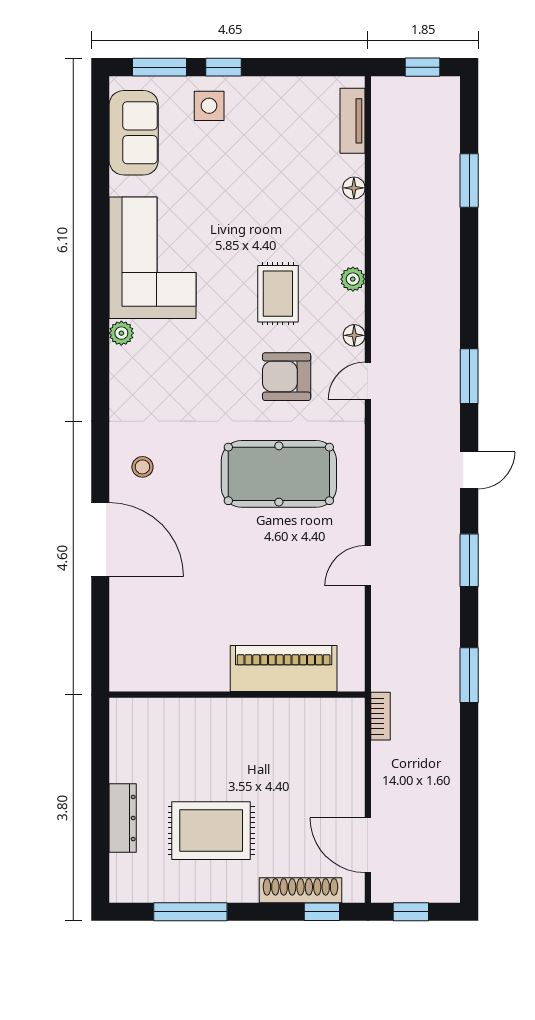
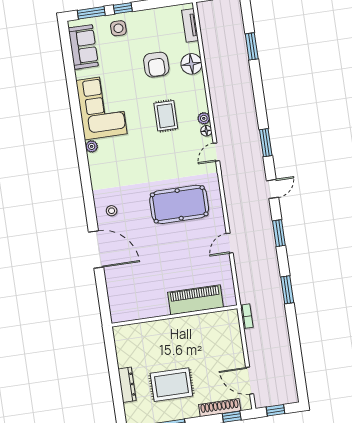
floor lamp: (354, 188) -> (191, 64), width x1.89, depth x1.89
plant: (353, 279) -> (204, 118), moved
armchair: (287, 377) -> (156, 65), moved, turned -90

